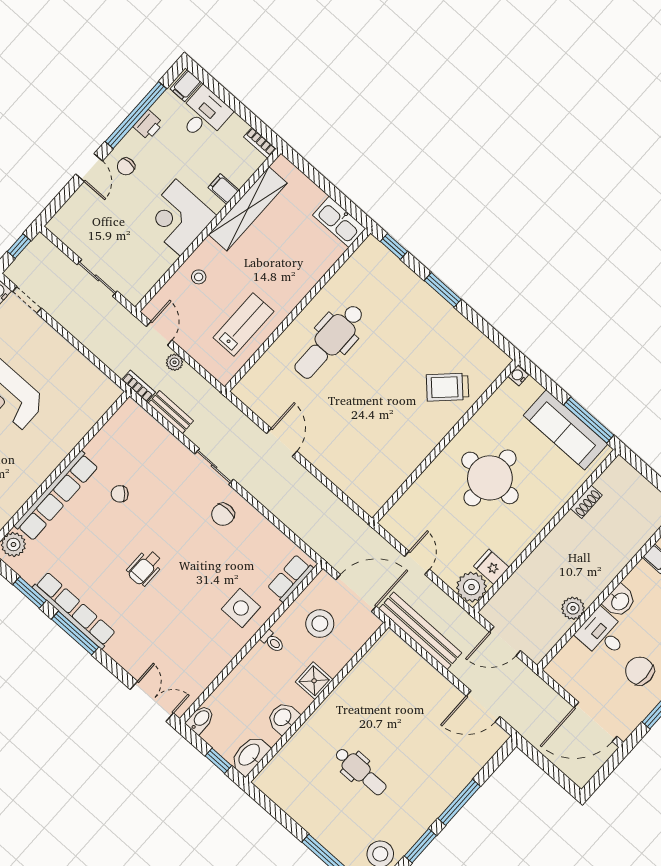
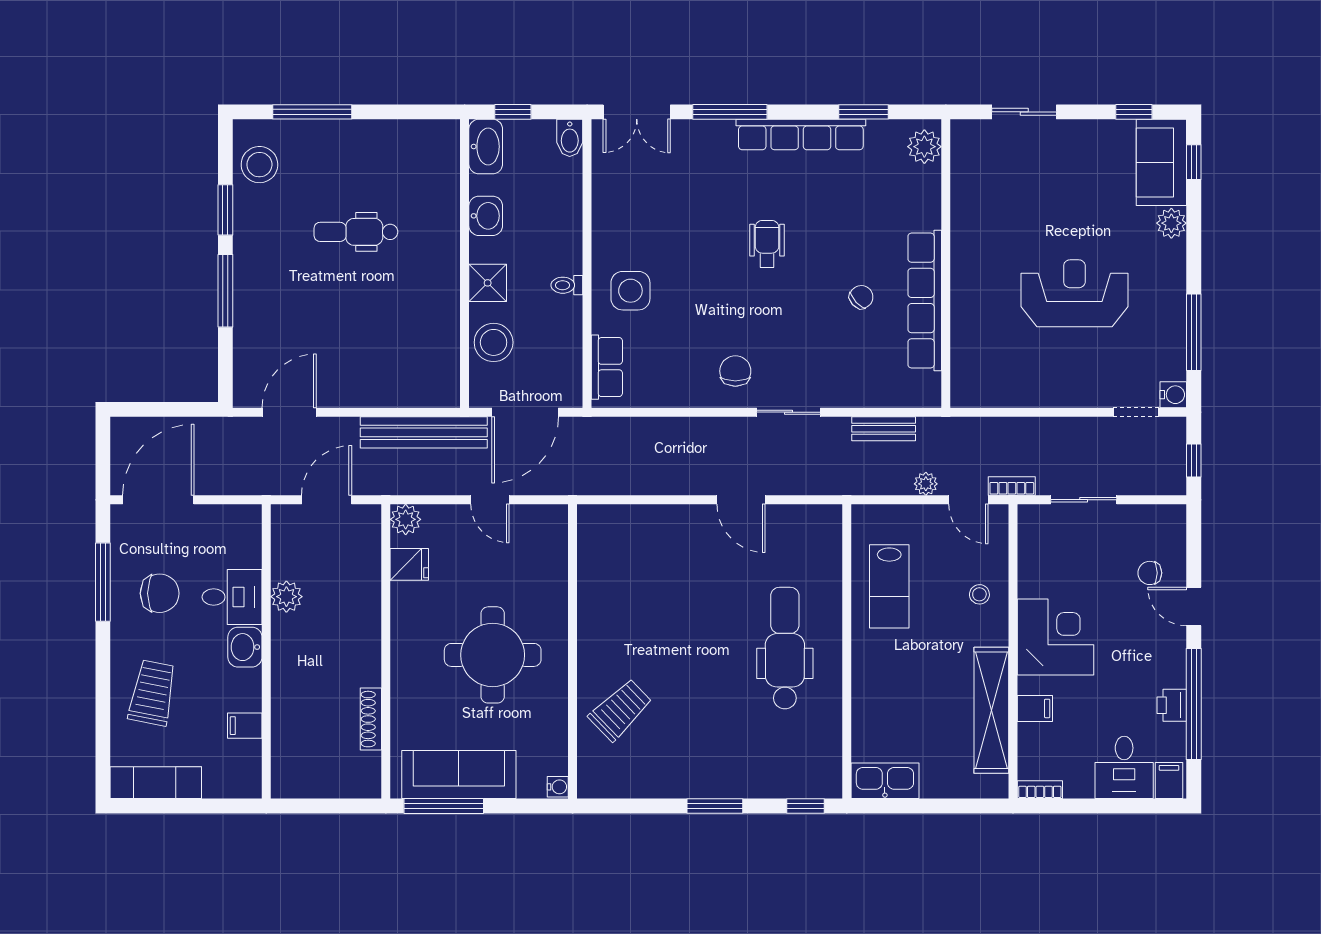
chair: (126, 166) -> (1150, 573), moved, turned -90
bookcase: (139, 386) -> (1012, 486), moved, turned 180
row of seats: (56, 496) -> (925, 301), moved
shoe rack: (586, 502) -> (371, 719), width x1.43
plant: (472, 587) -> (406, 519), width x0.73, depth x0.73
stool: (320, 624) -> (494, 342), moved
window: (75, 633) -> (730, 112), moved

